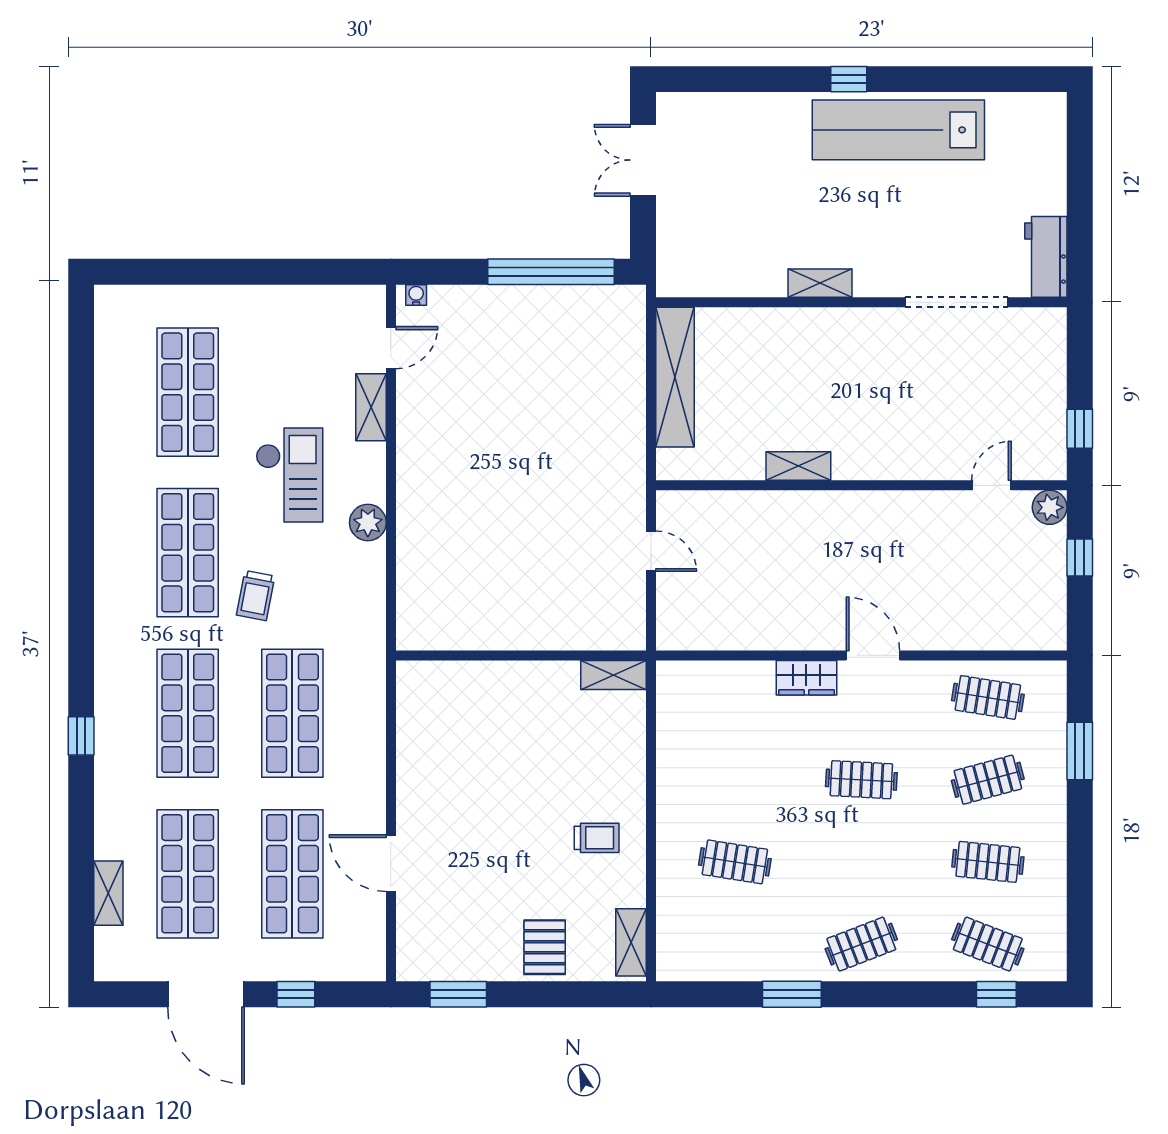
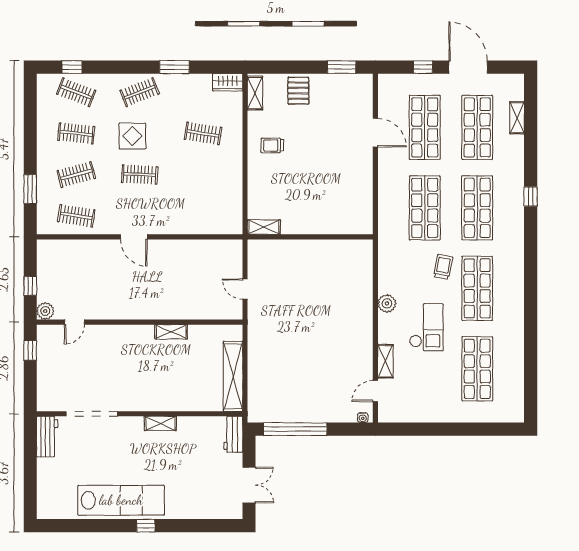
workbench: (674, 261) -> (233, 434), added
checkout: (289, 475) -> (426, 327), turned 180
wardrobe: (806, 678) -> (228, 82), moved, turned 180
display table: (876, 857) -> (132, 136), added

